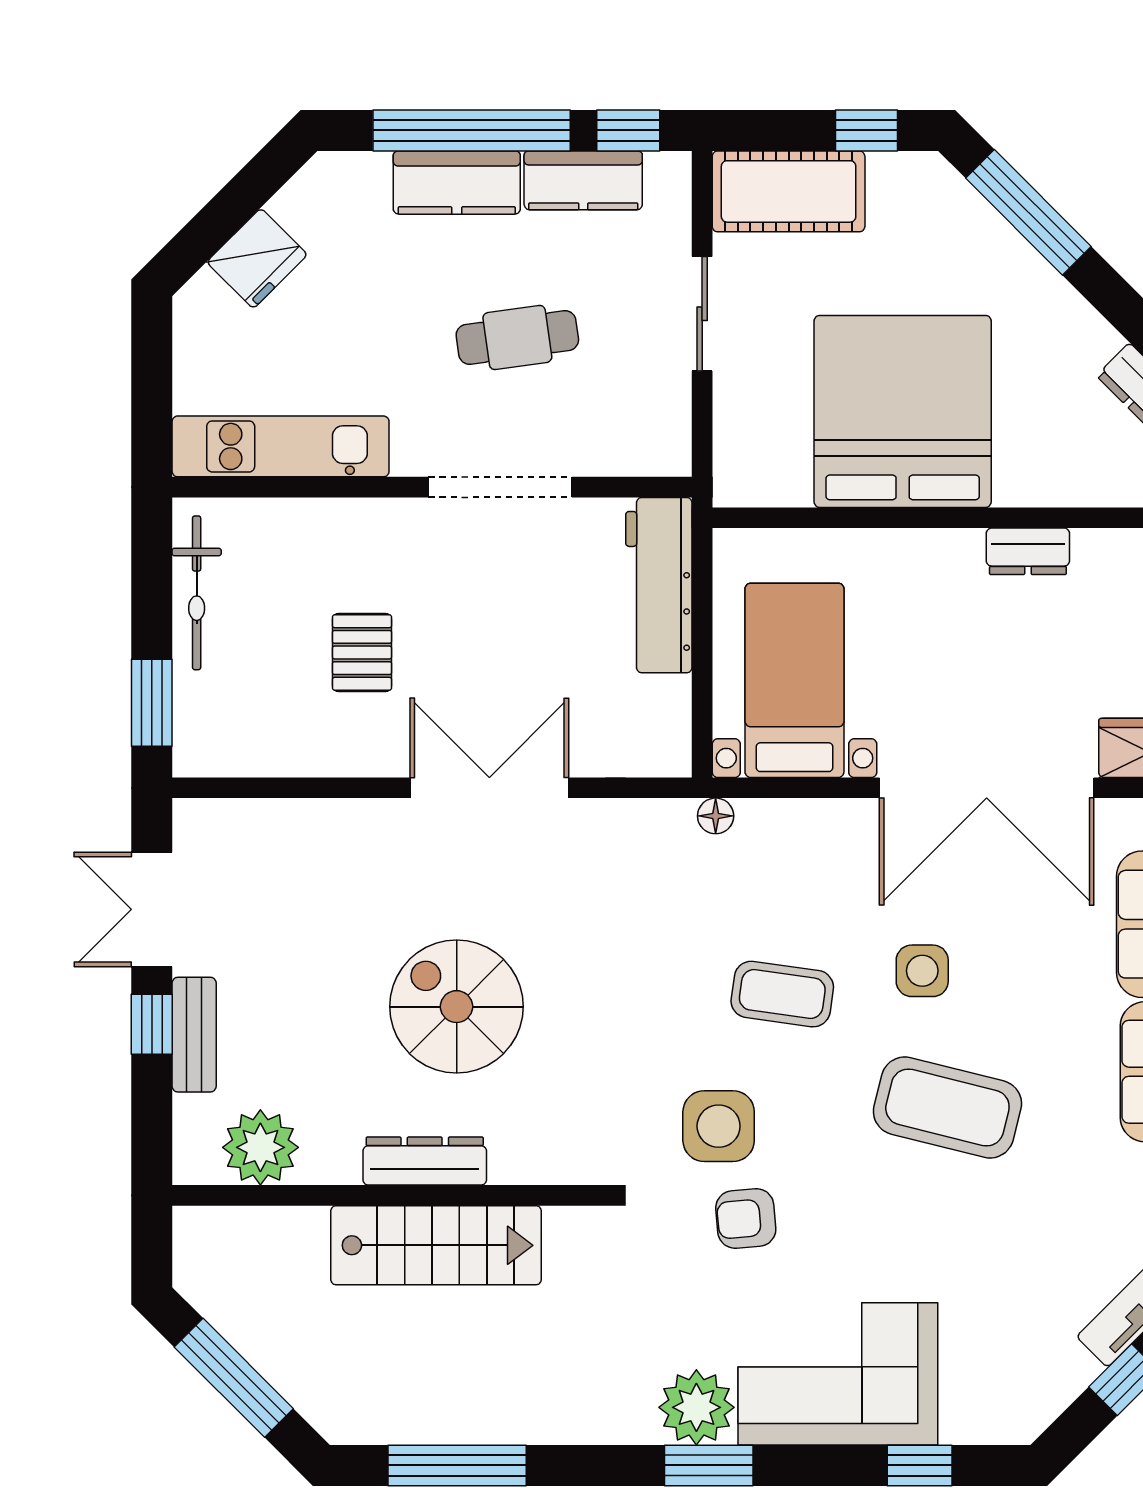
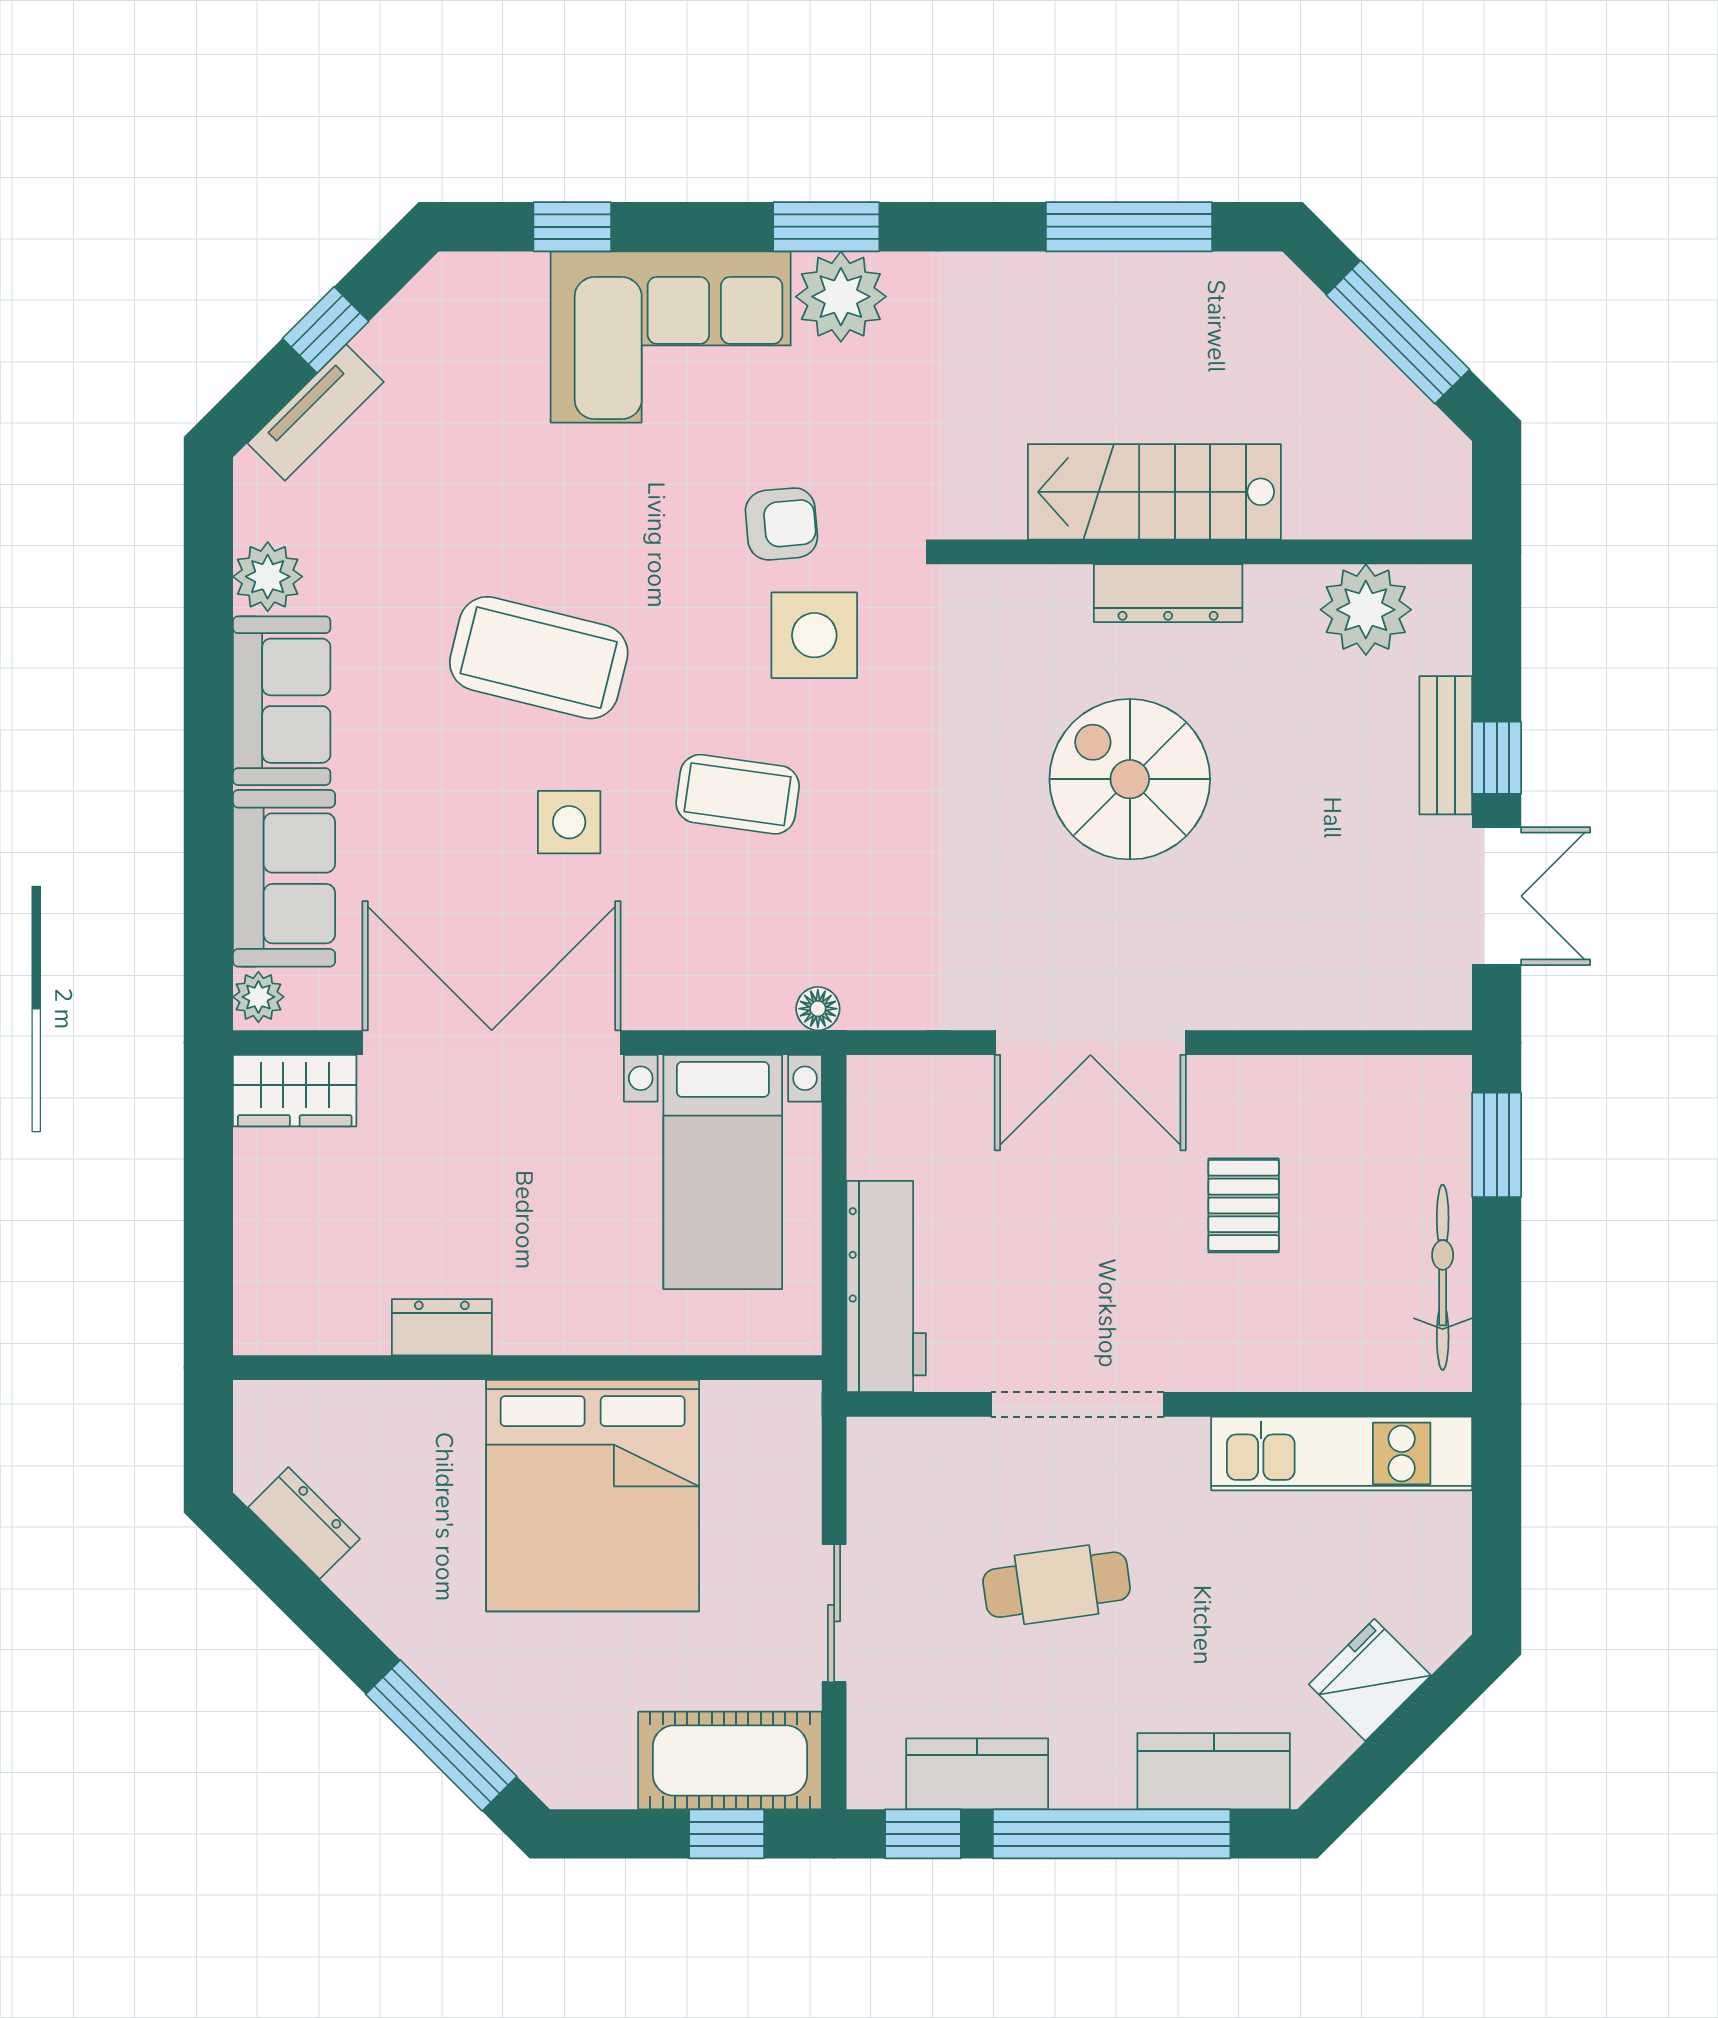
window: (866, 130) -> (727, 1834), moved
kitchen counter: (457, 183) -> (1214, 1771), moved
spiral stairs: (457, 1007) -> (1130, 779), turned 180

